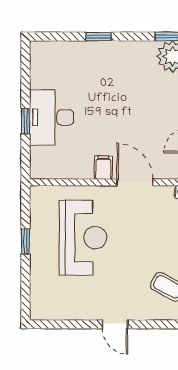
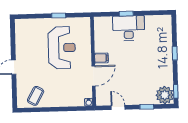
reception desk: (83, 238) -> (62, 48), turned -90

